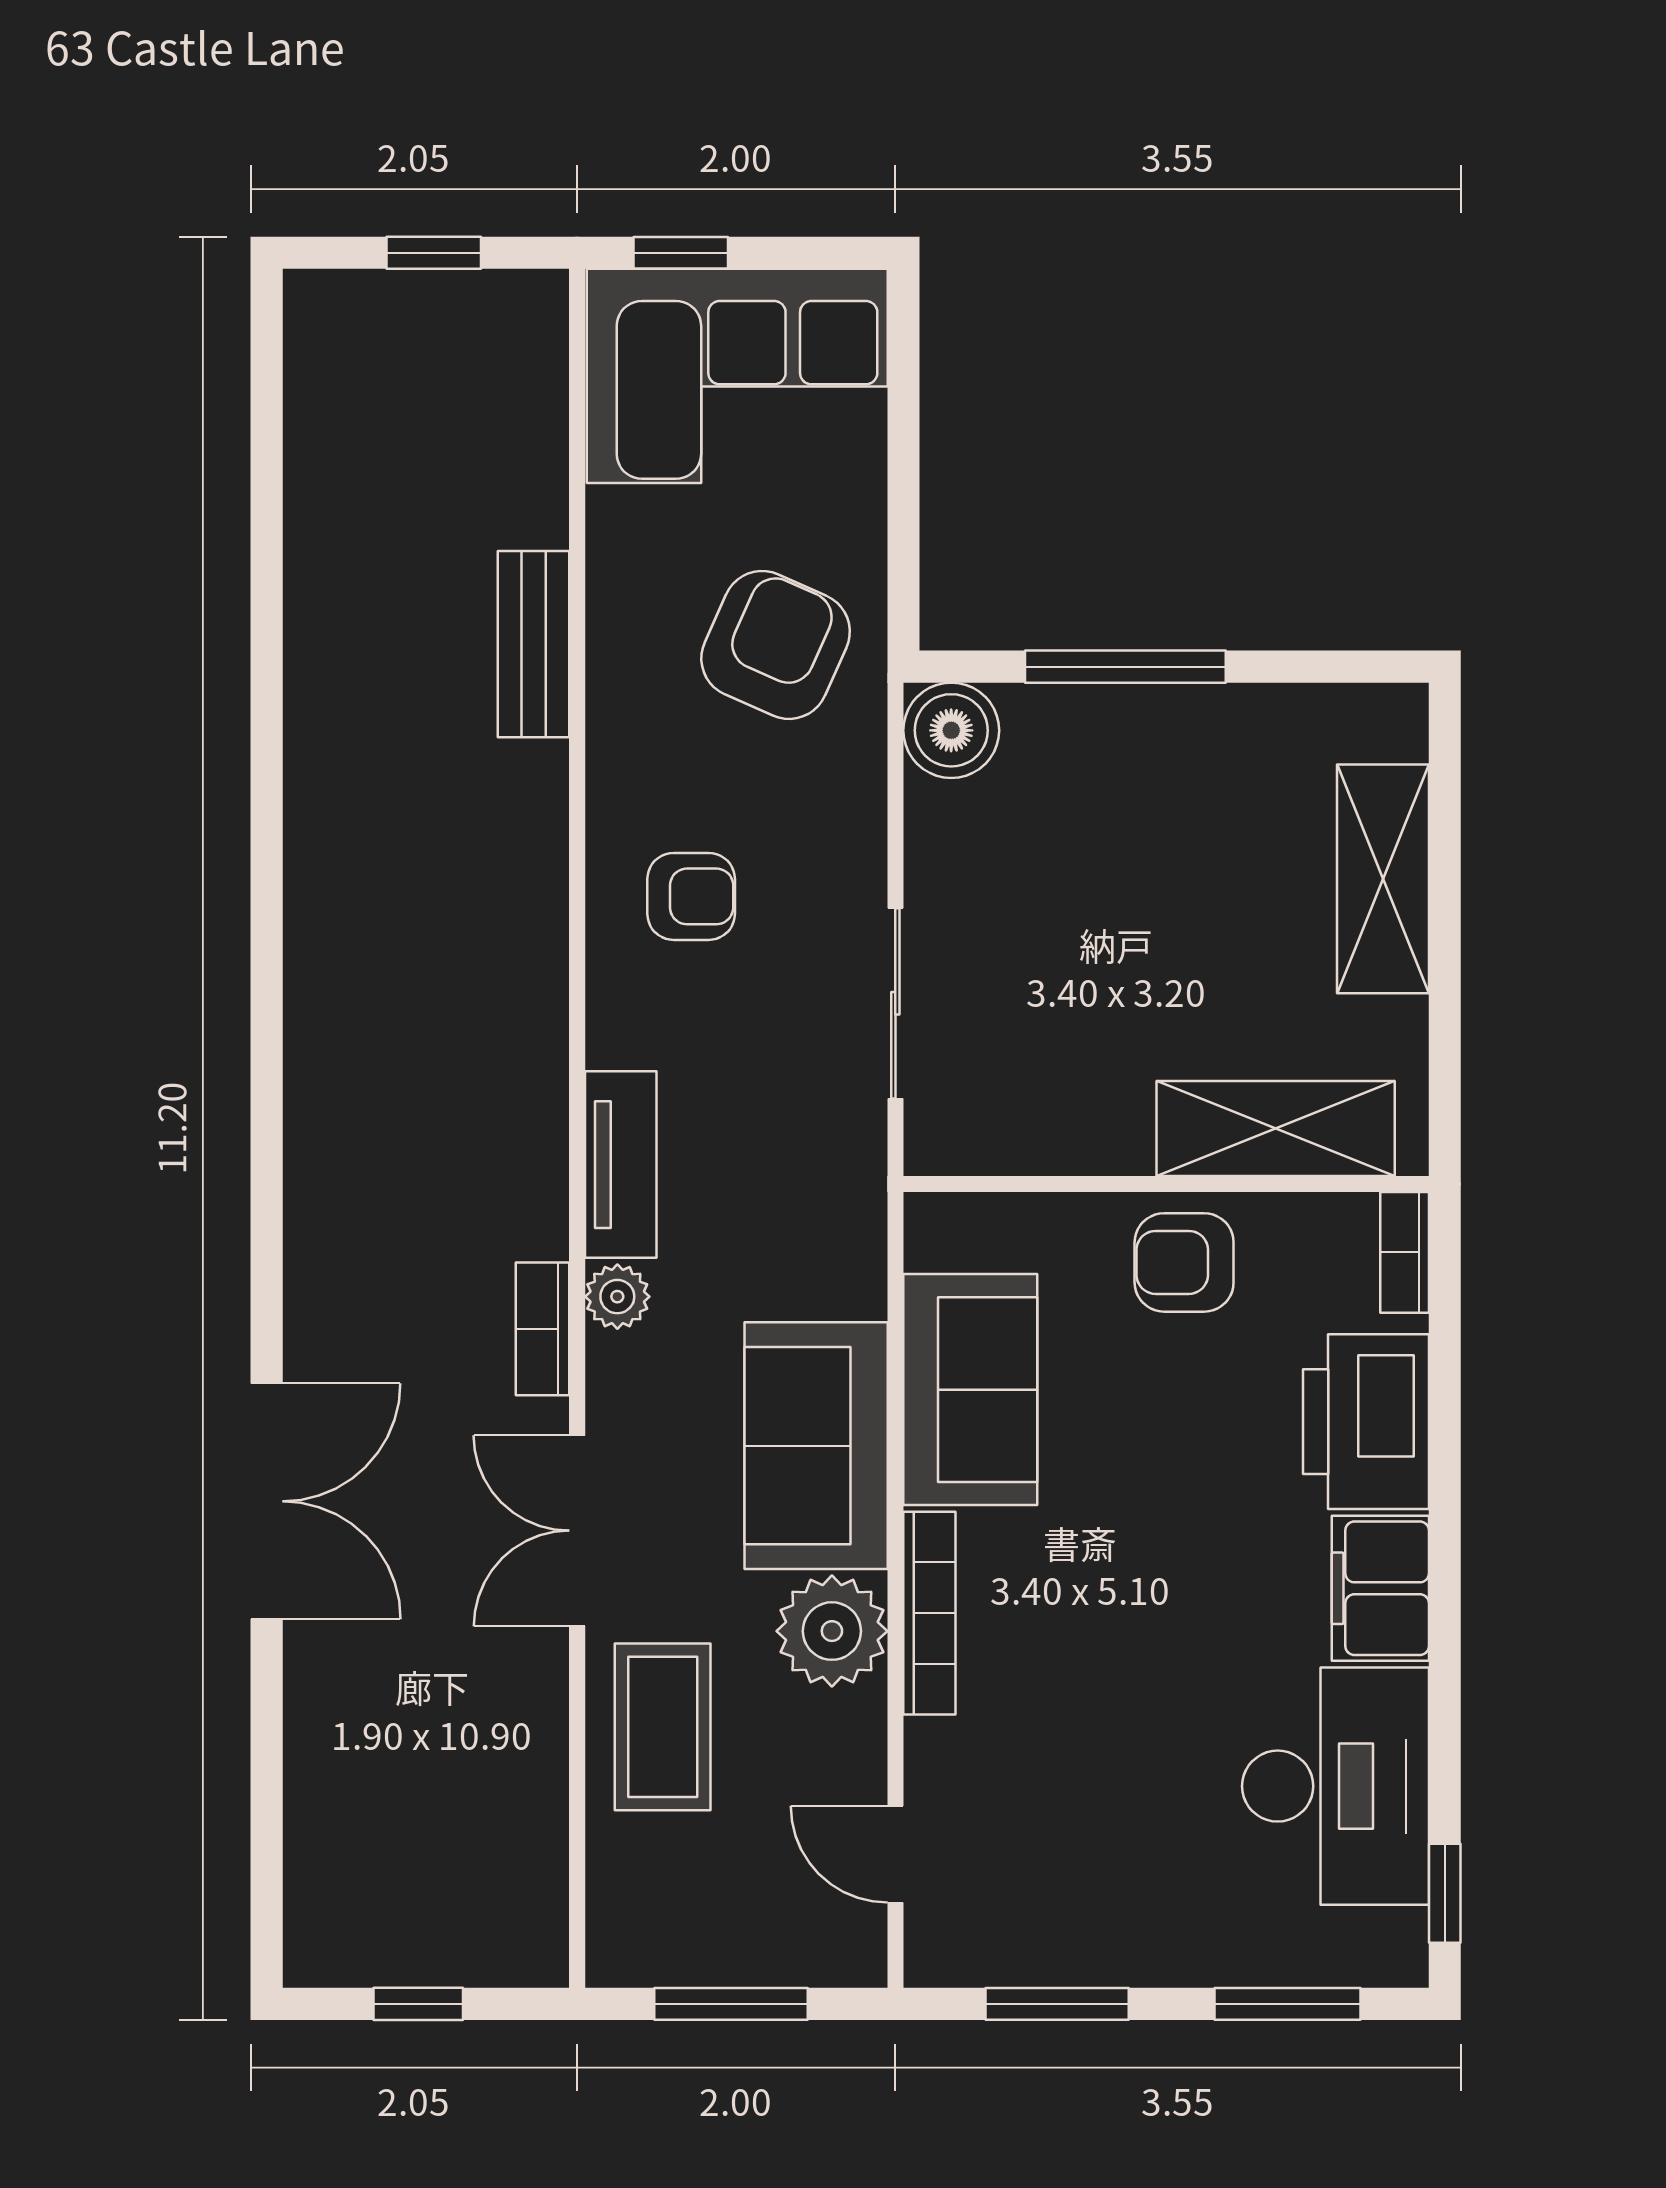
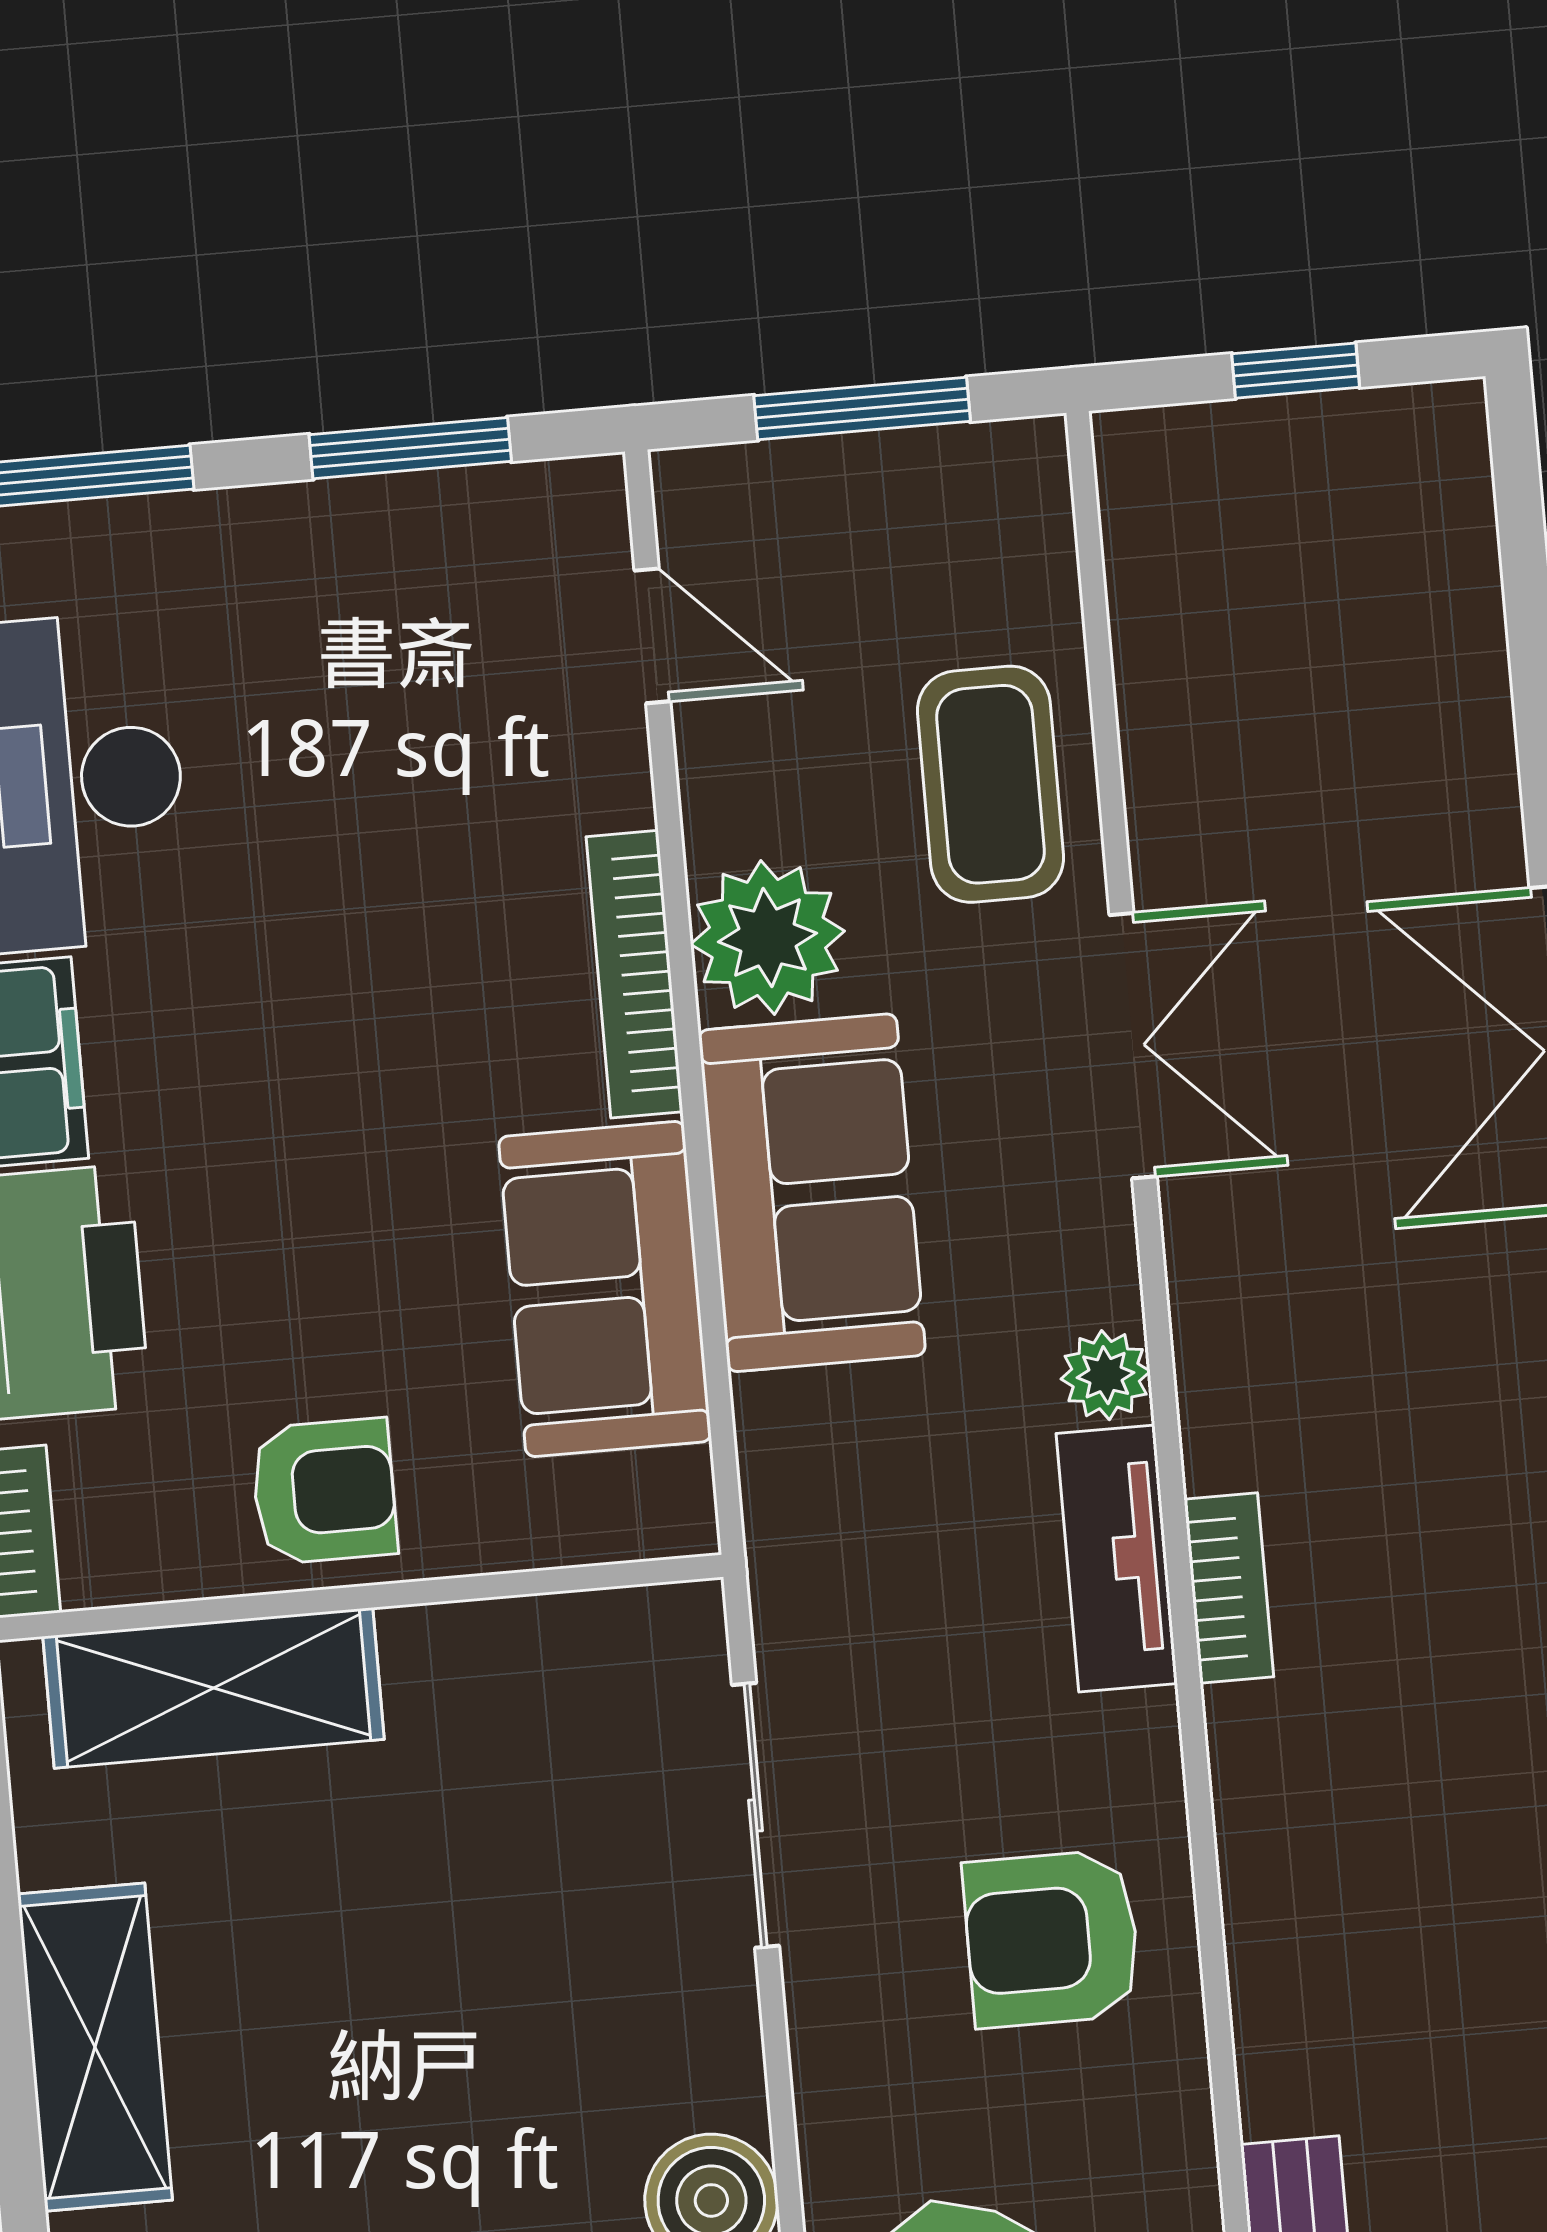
armchair: (691, 896) -> (1052, 1939), width x1.38, depth x1.38
bookcase: (543, 1329) -> (1229, 1588), moved

